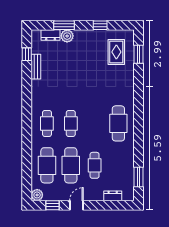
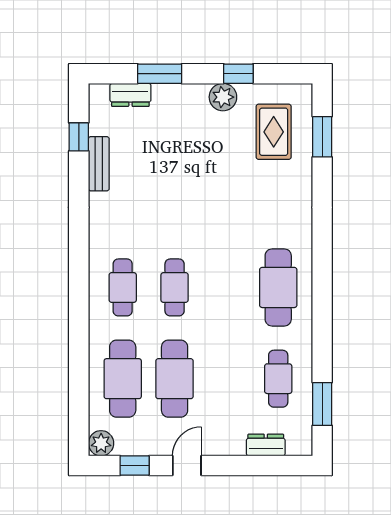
plant: (67, 36) -> (223, 97), moved
cafe table: (95, 165) -> (278, 379), moved

